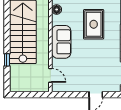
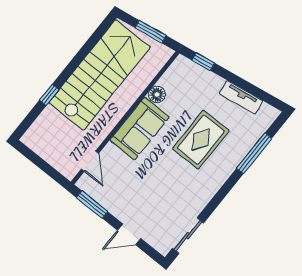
floor lamp: (57, 9) -> (157, 94), moved
window: (68, 95) -> (92, 205), added

